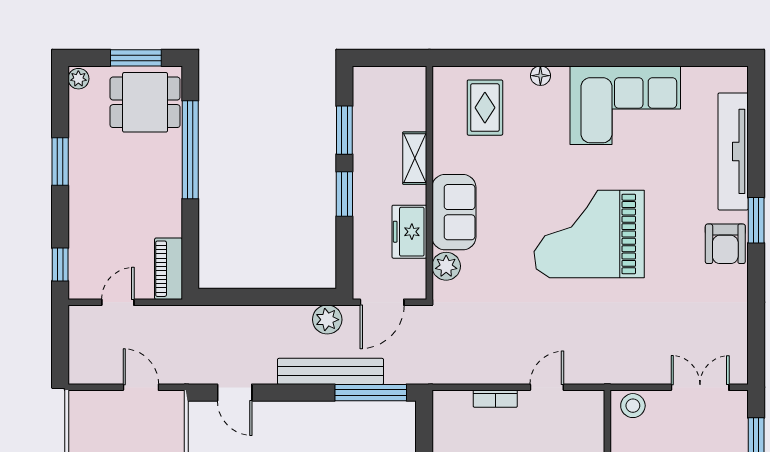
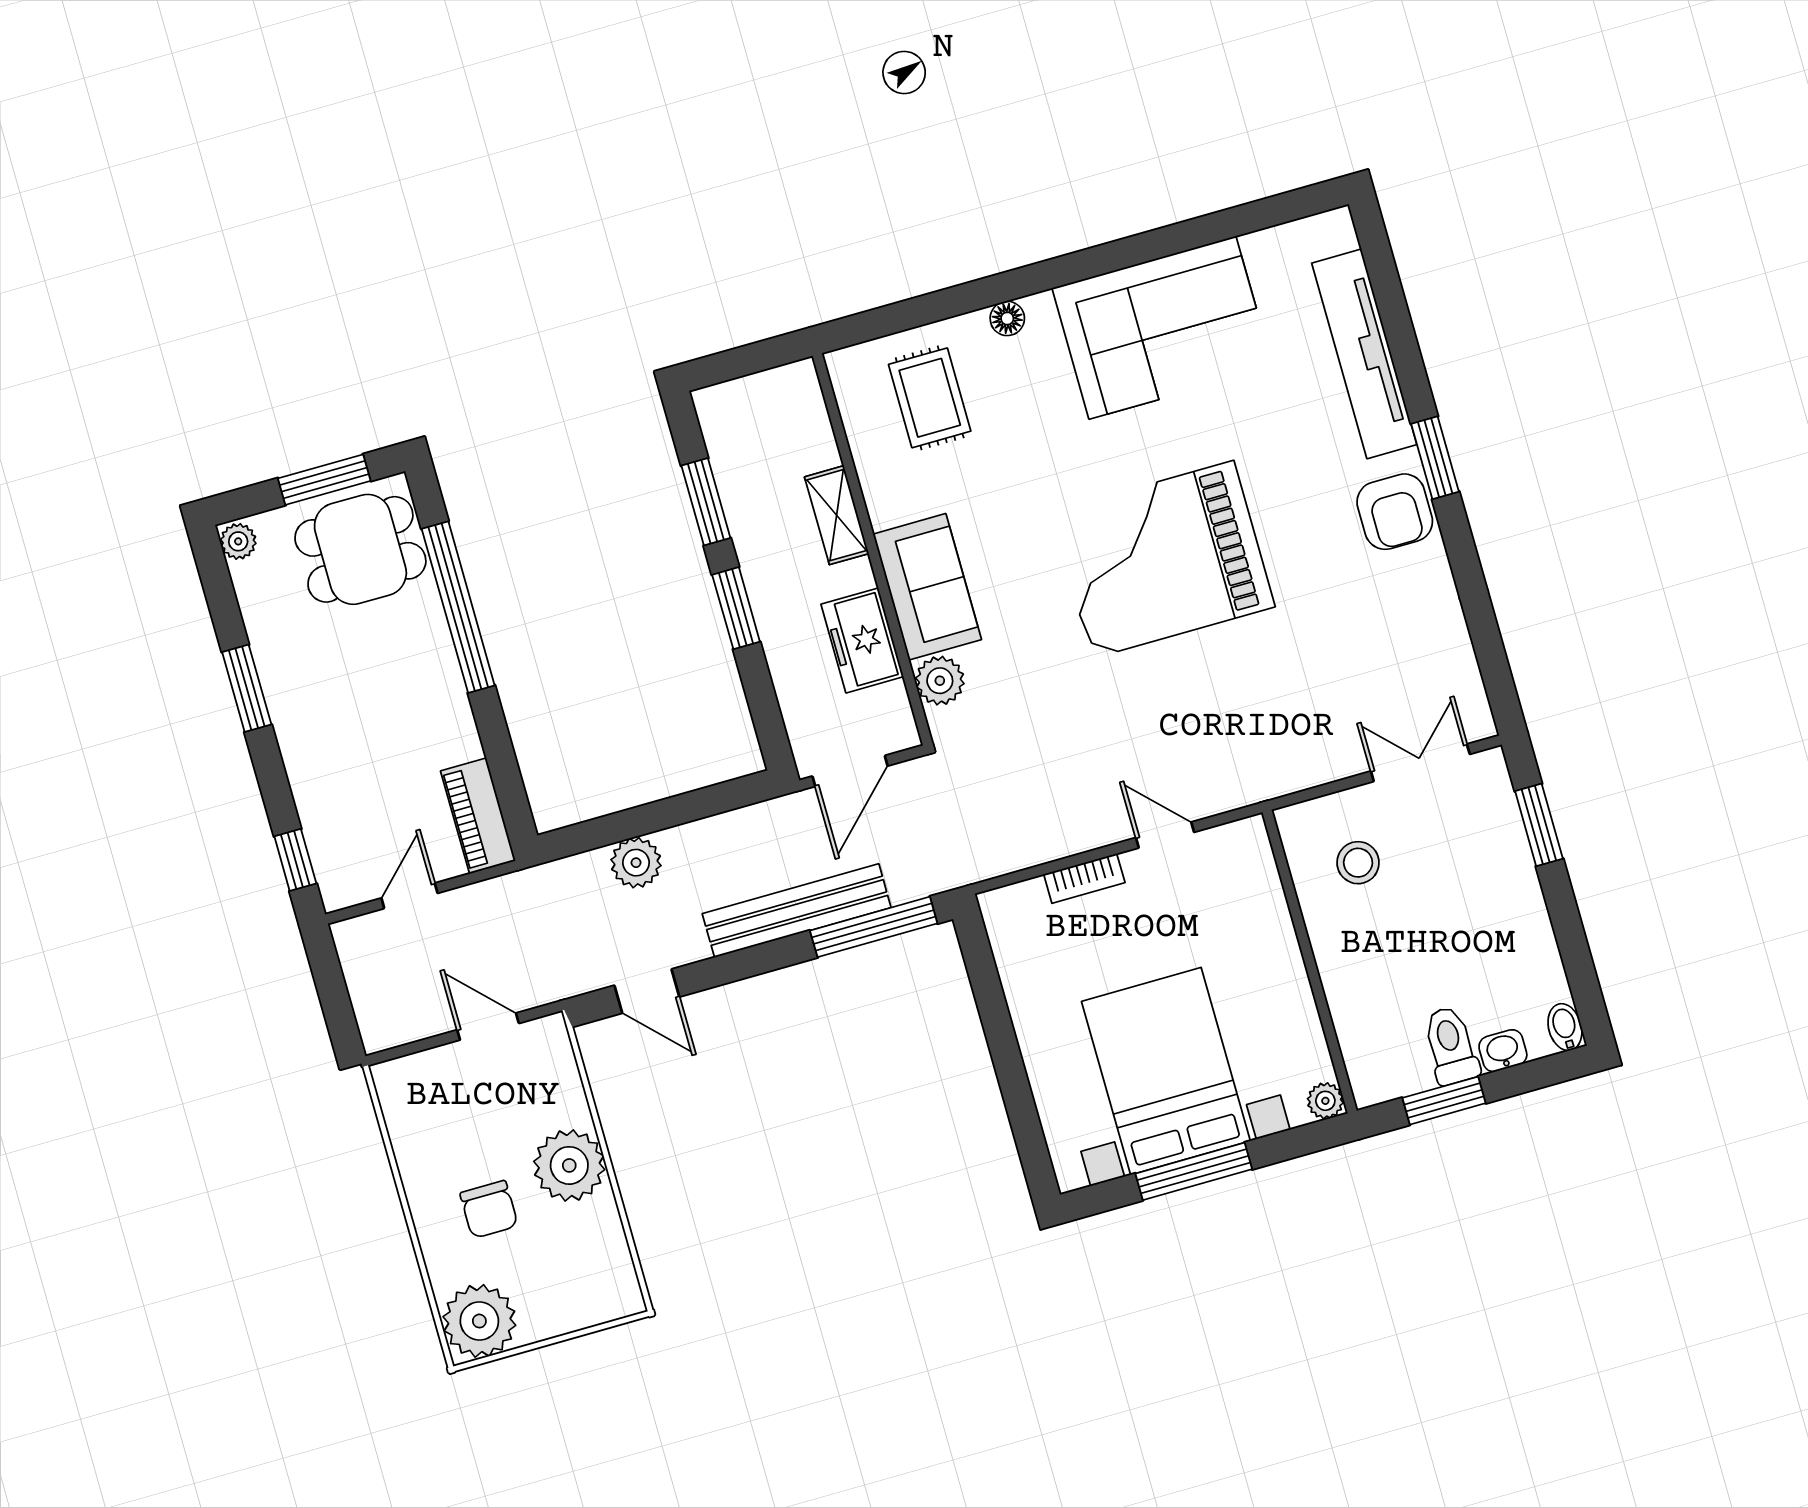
plant: (327, 320) -> (636, 863), moved
door: (547, 387) -> (1165, 835), hinge flipped
stool: (633, 406) -> (1358, 863), moved

